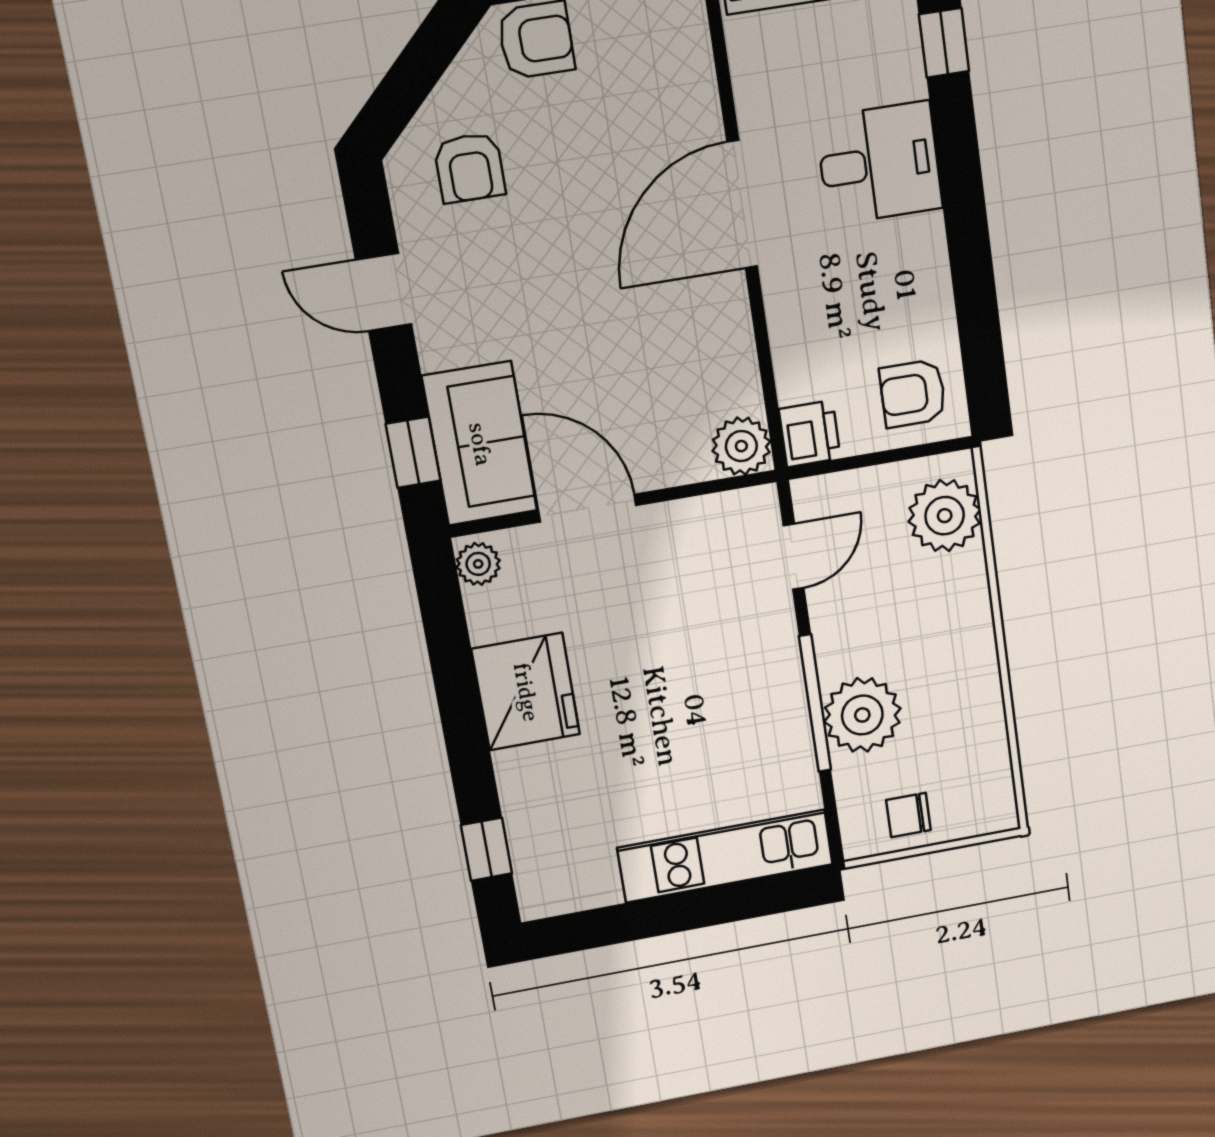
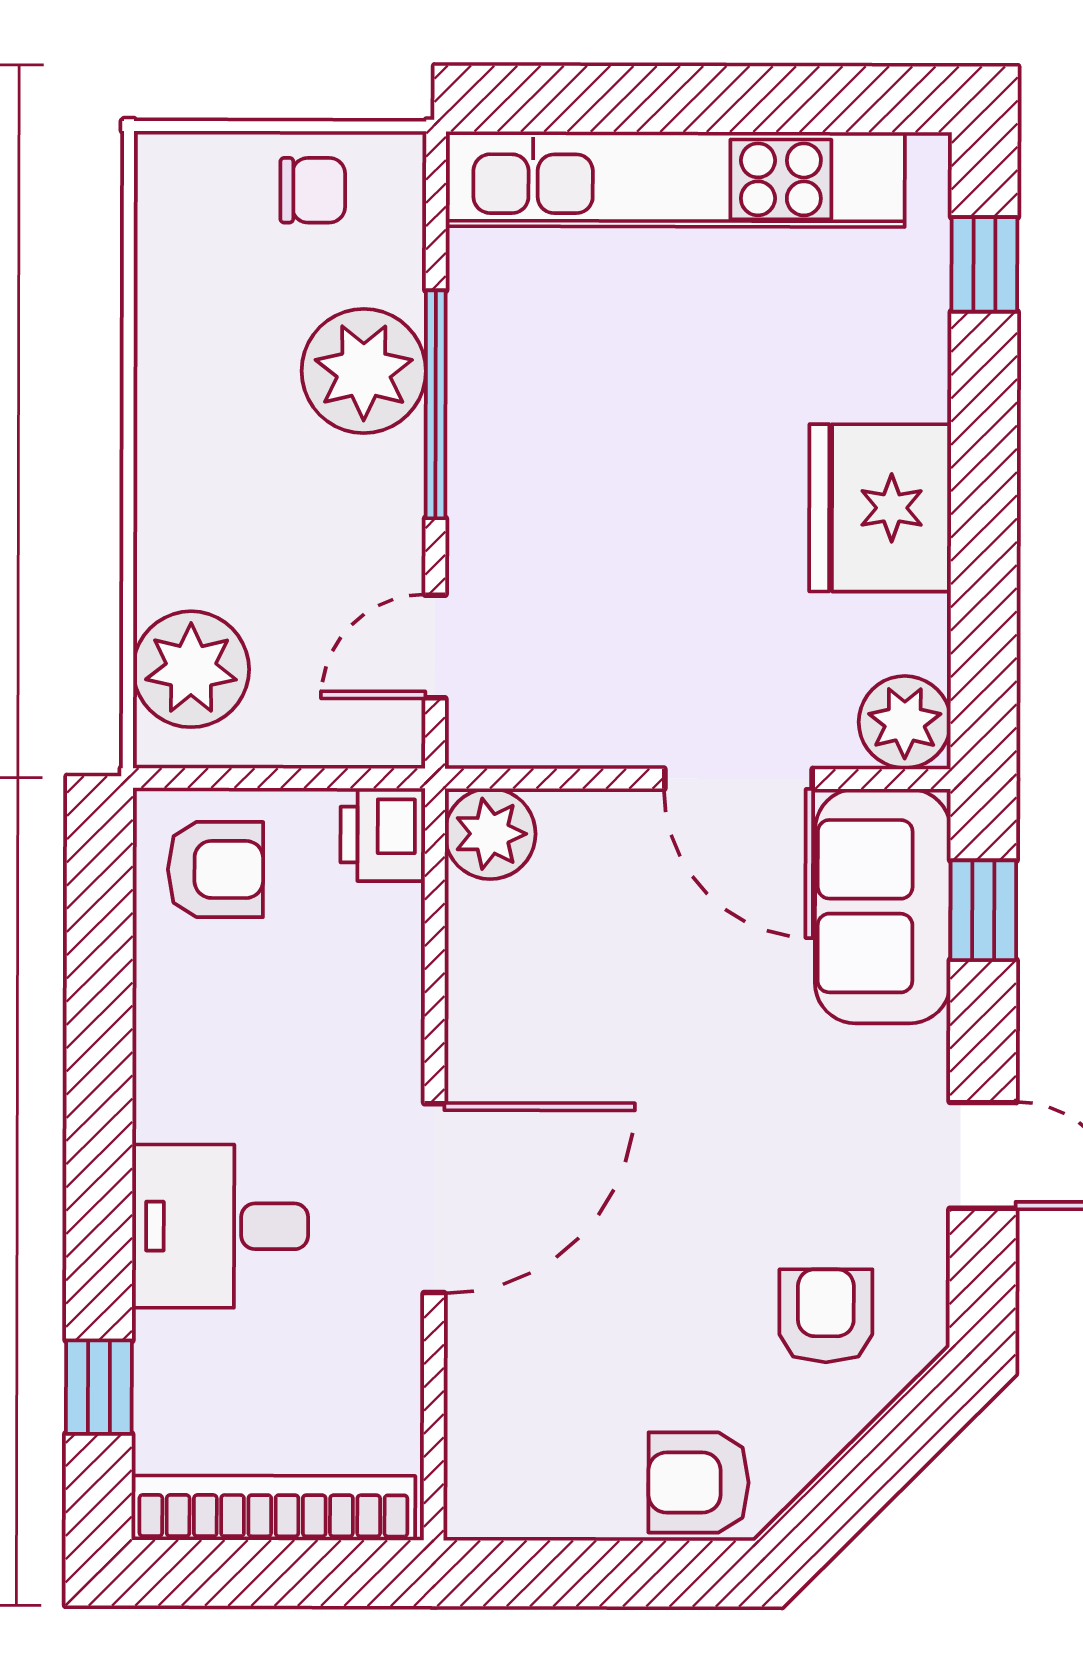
plant: (478, 564) -> (905, 722), width x1.38, depth x1.38
kitchen unit: (725, 856) -> (675, 179), width x1.36

